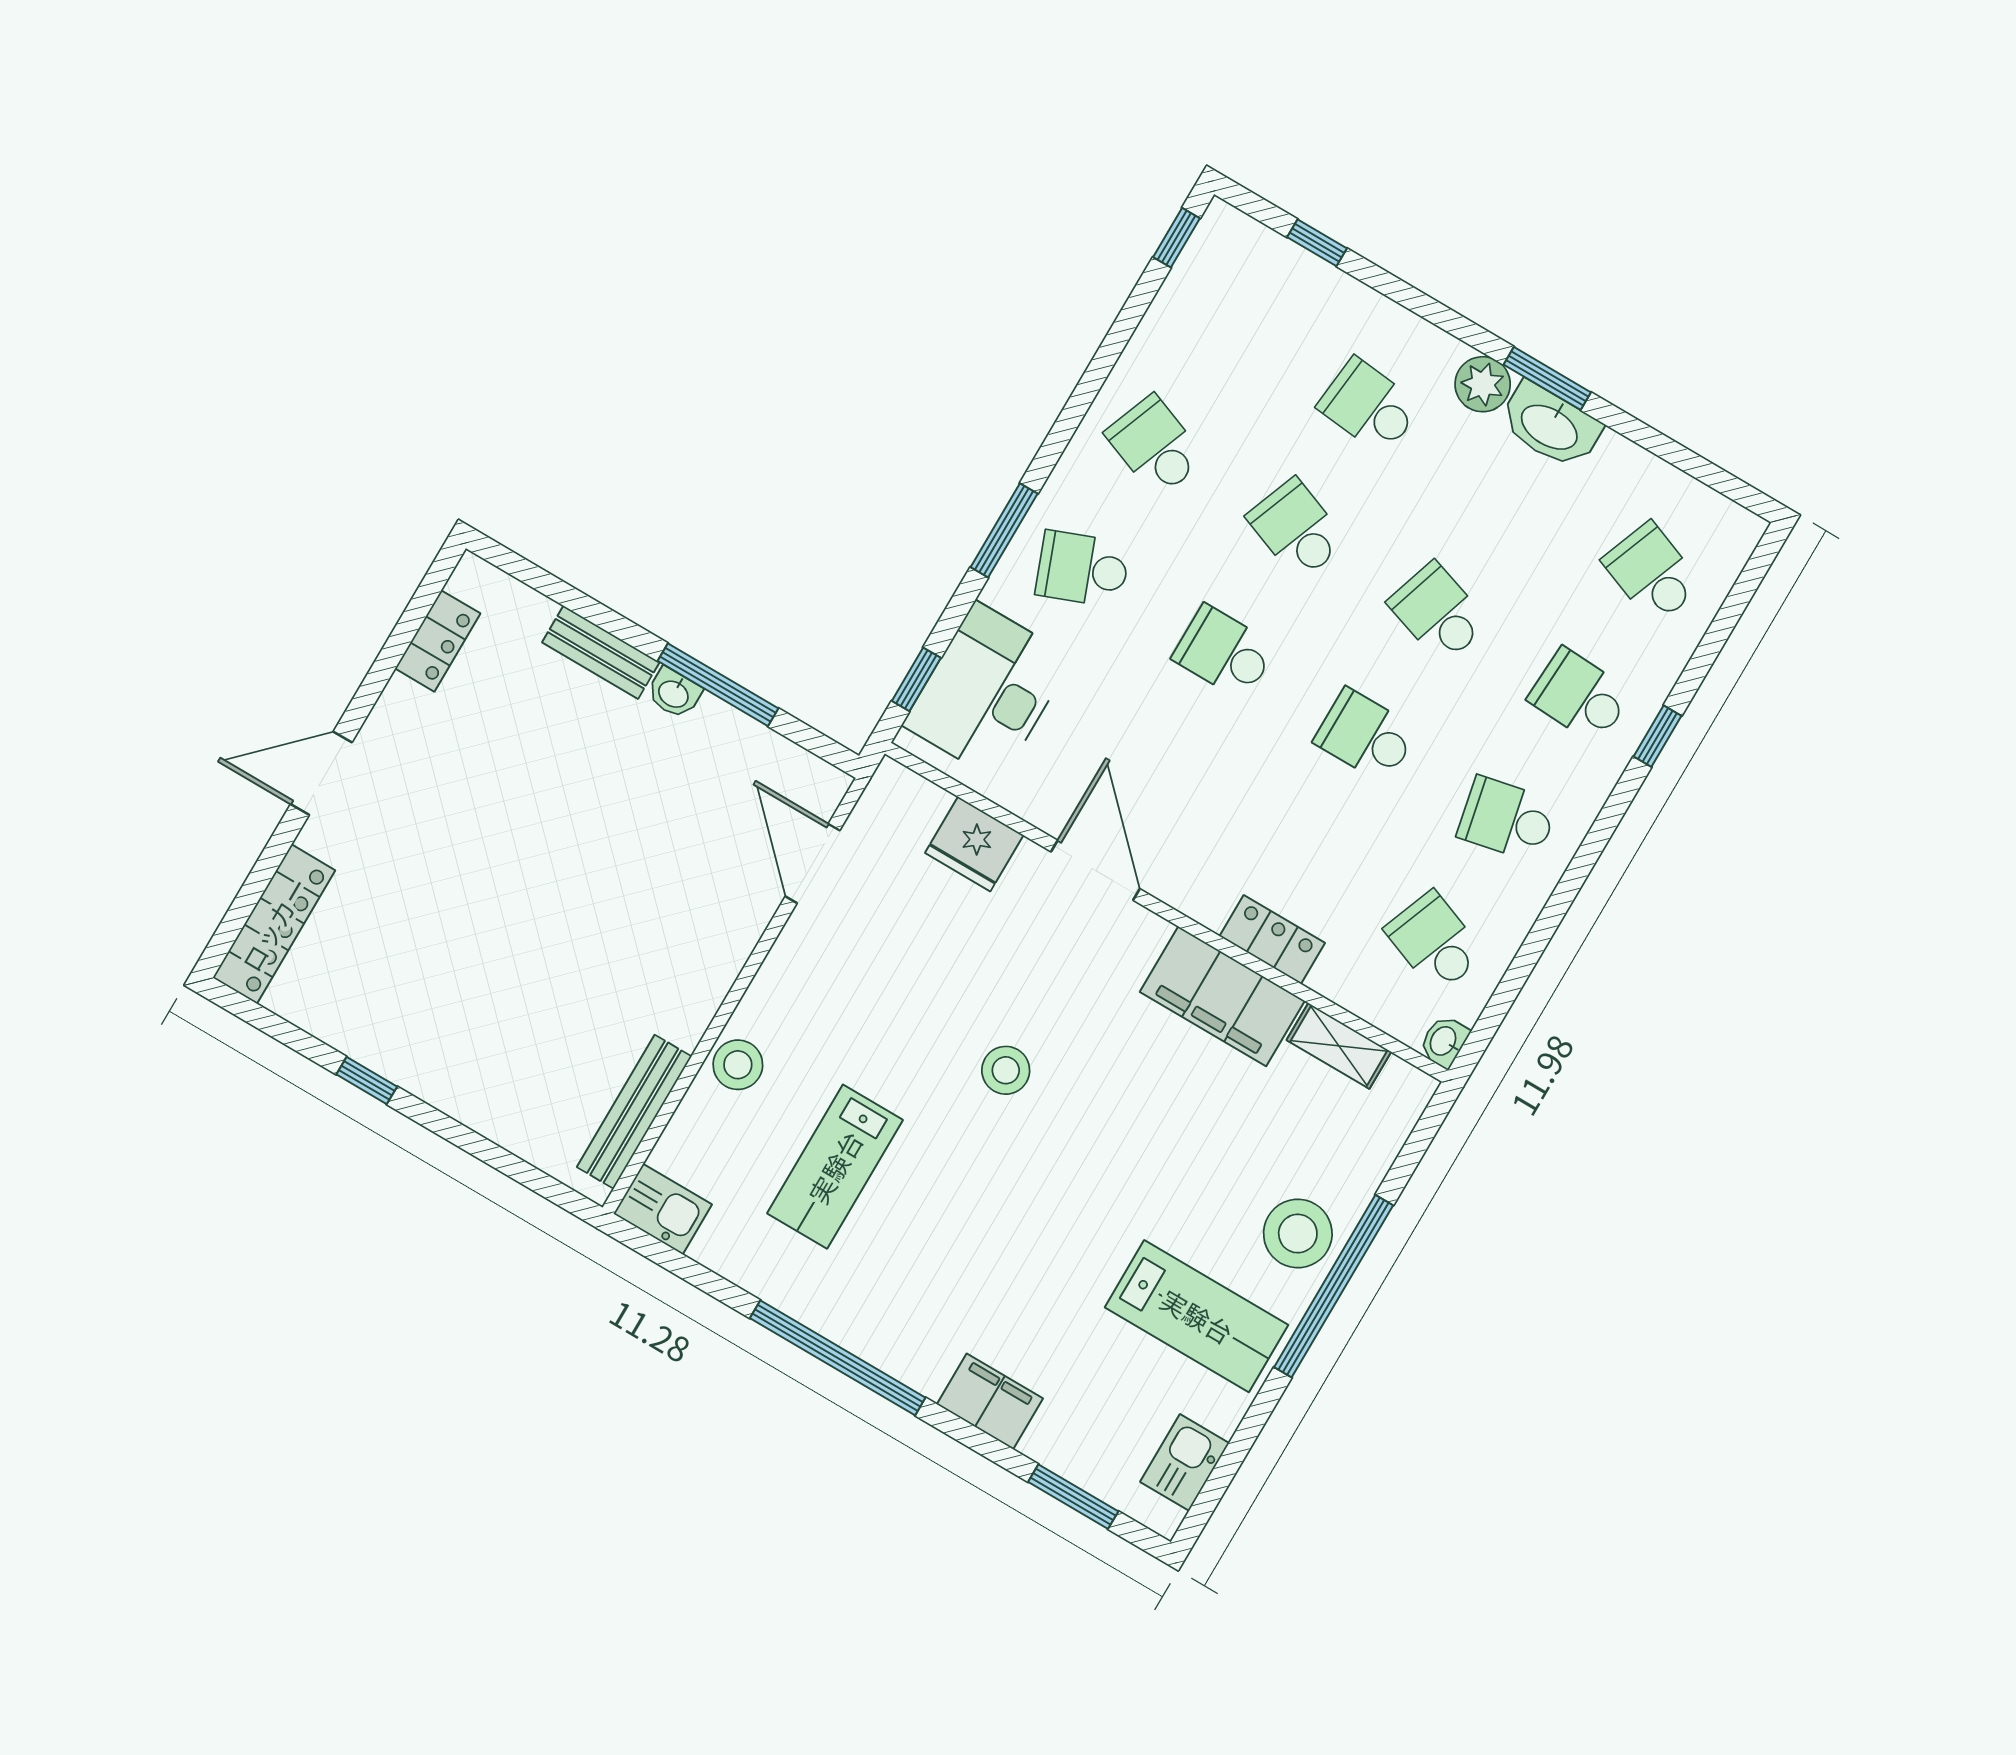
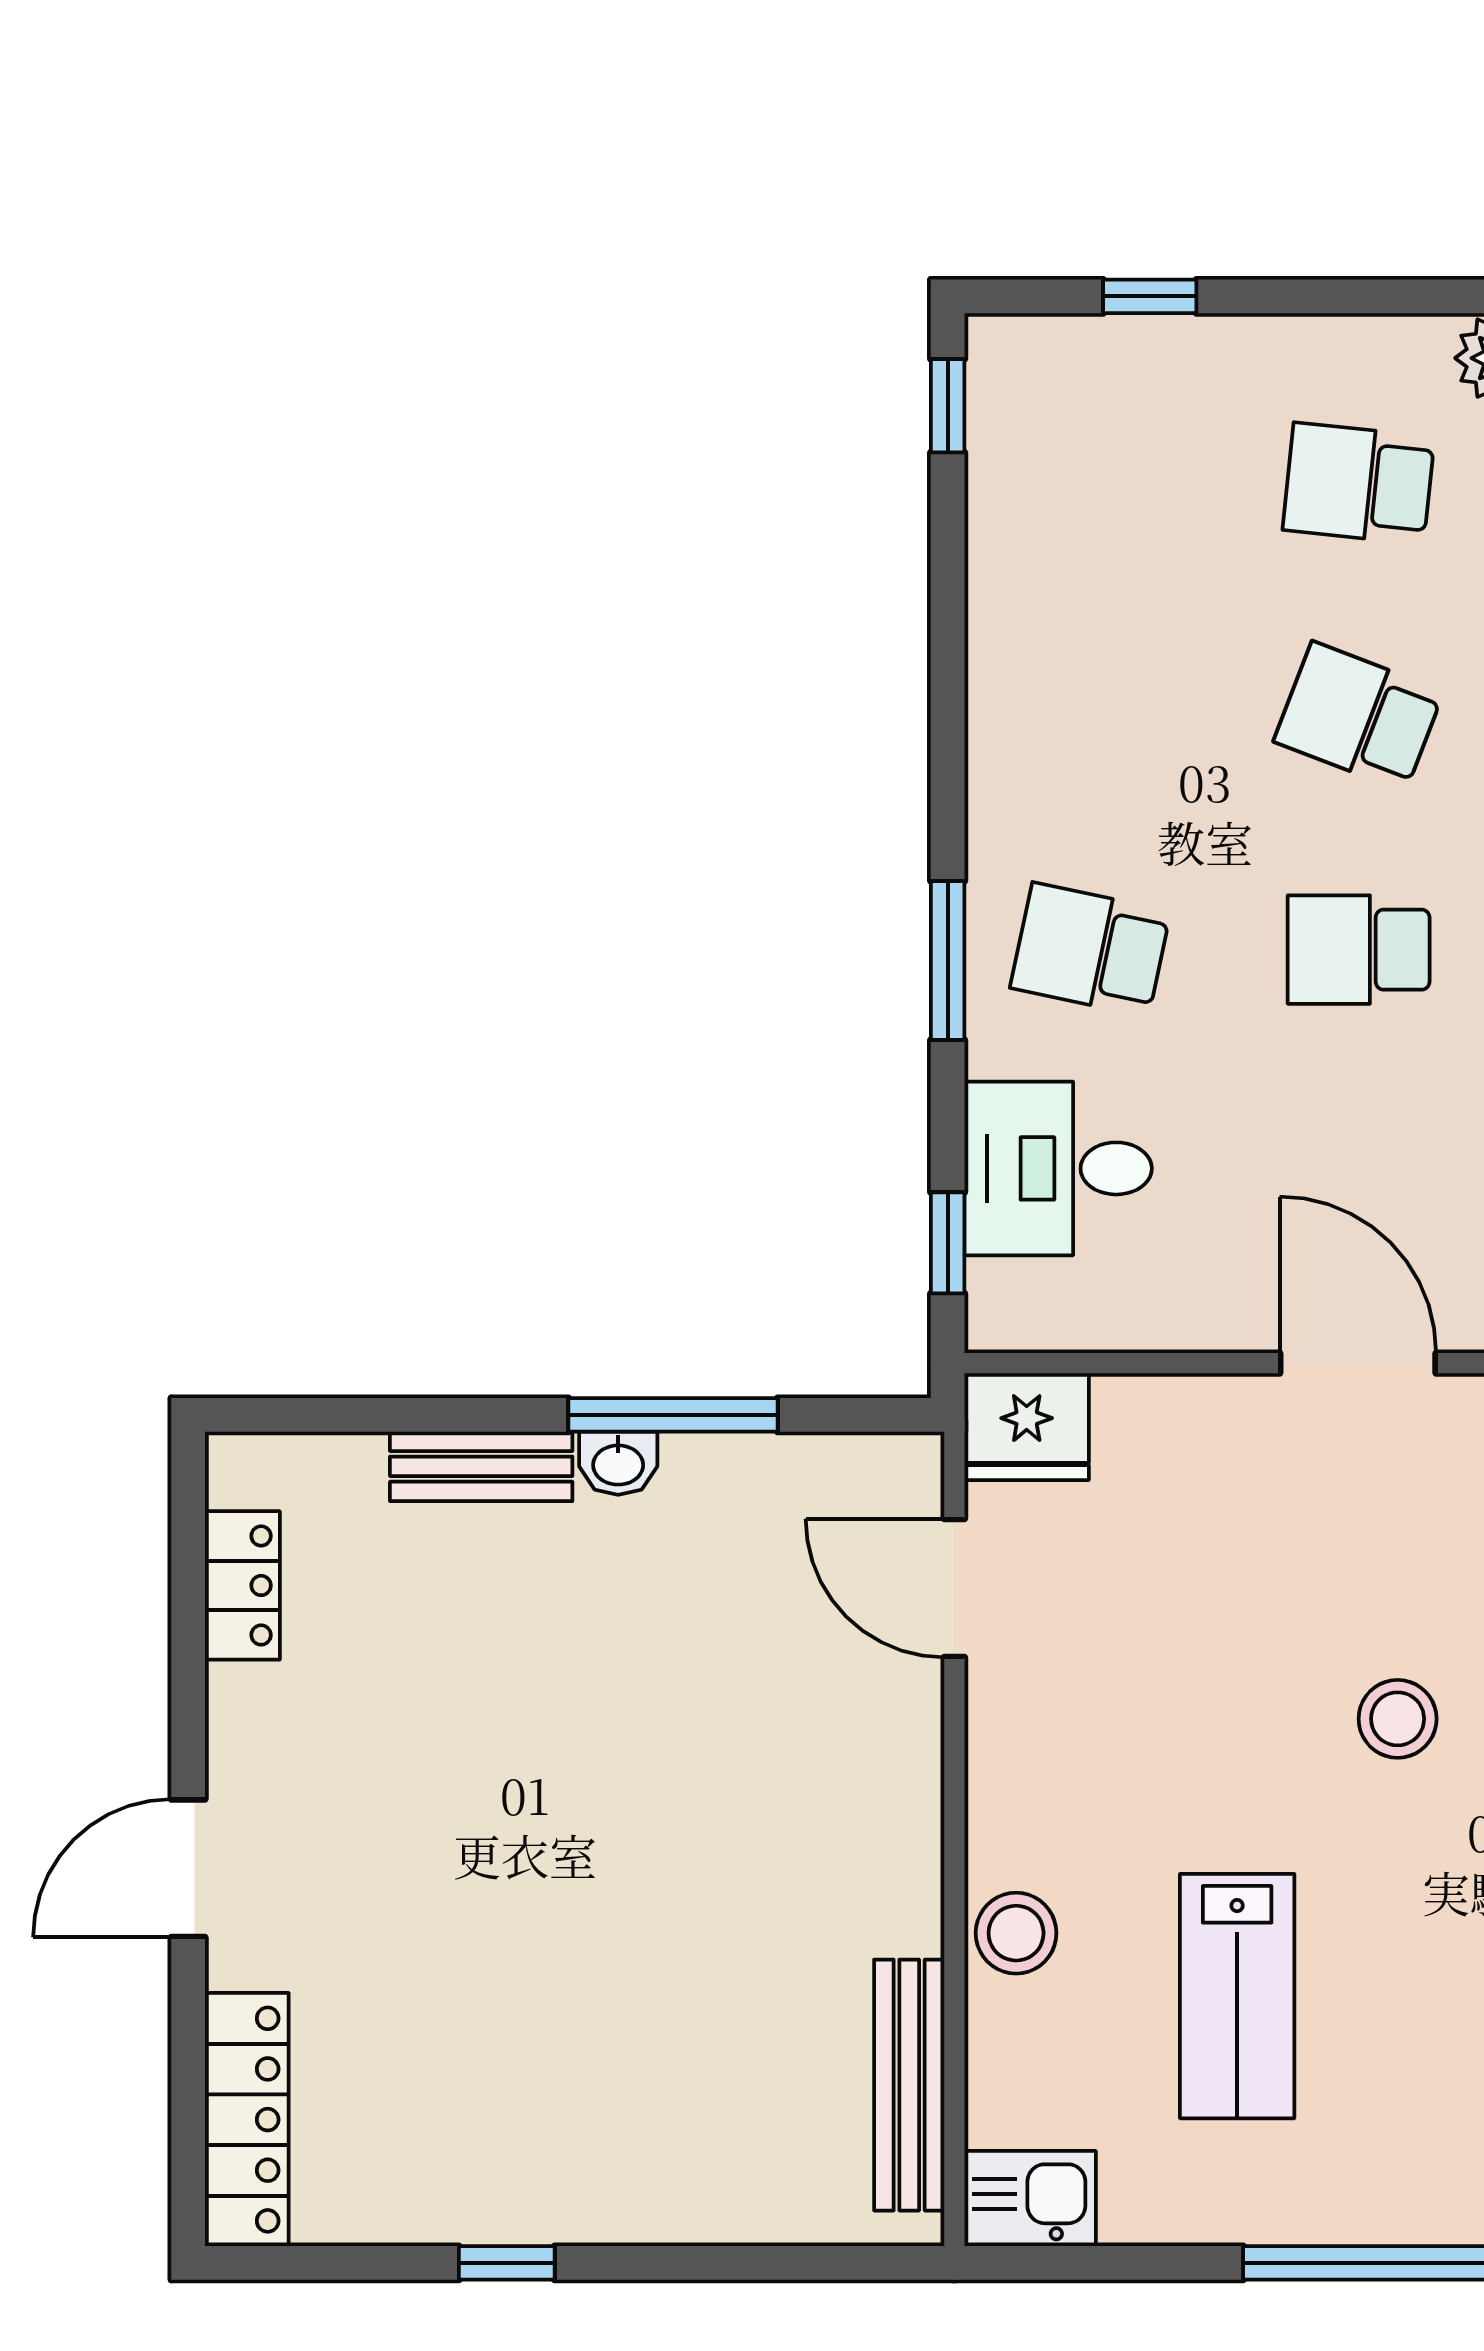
school desk: (1155, 446) -> (1090, 717), removed
school desk: (1083, 569) -> (1090, 950), turned 33
desk: (988, 691) -> (1058, 1168), width x0.73
fridge: (974, 844) -> (1027, 1427), moved

